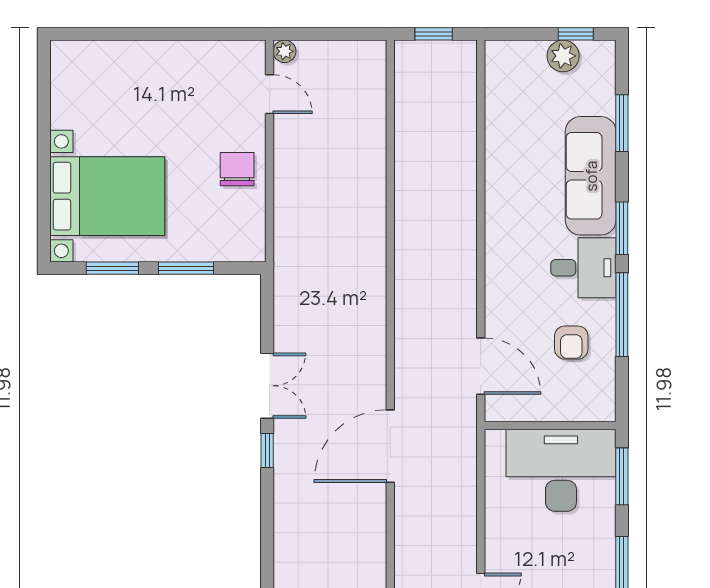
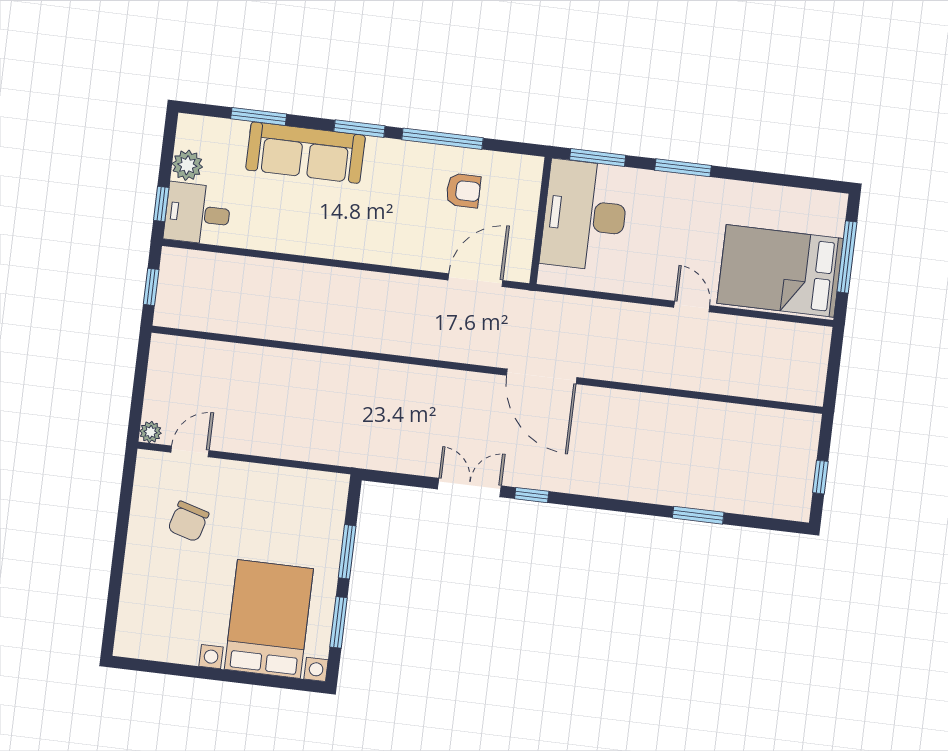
window: (576, 34) -> (161, 204), moved
chair: (237, 169) -> (188, 521), moved, turned -74
desk: (583, 268) -> (198, 214), moved, turned -90

